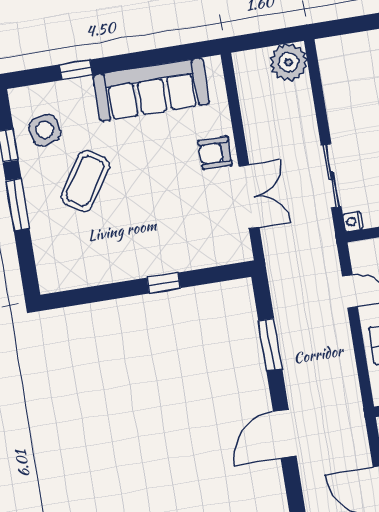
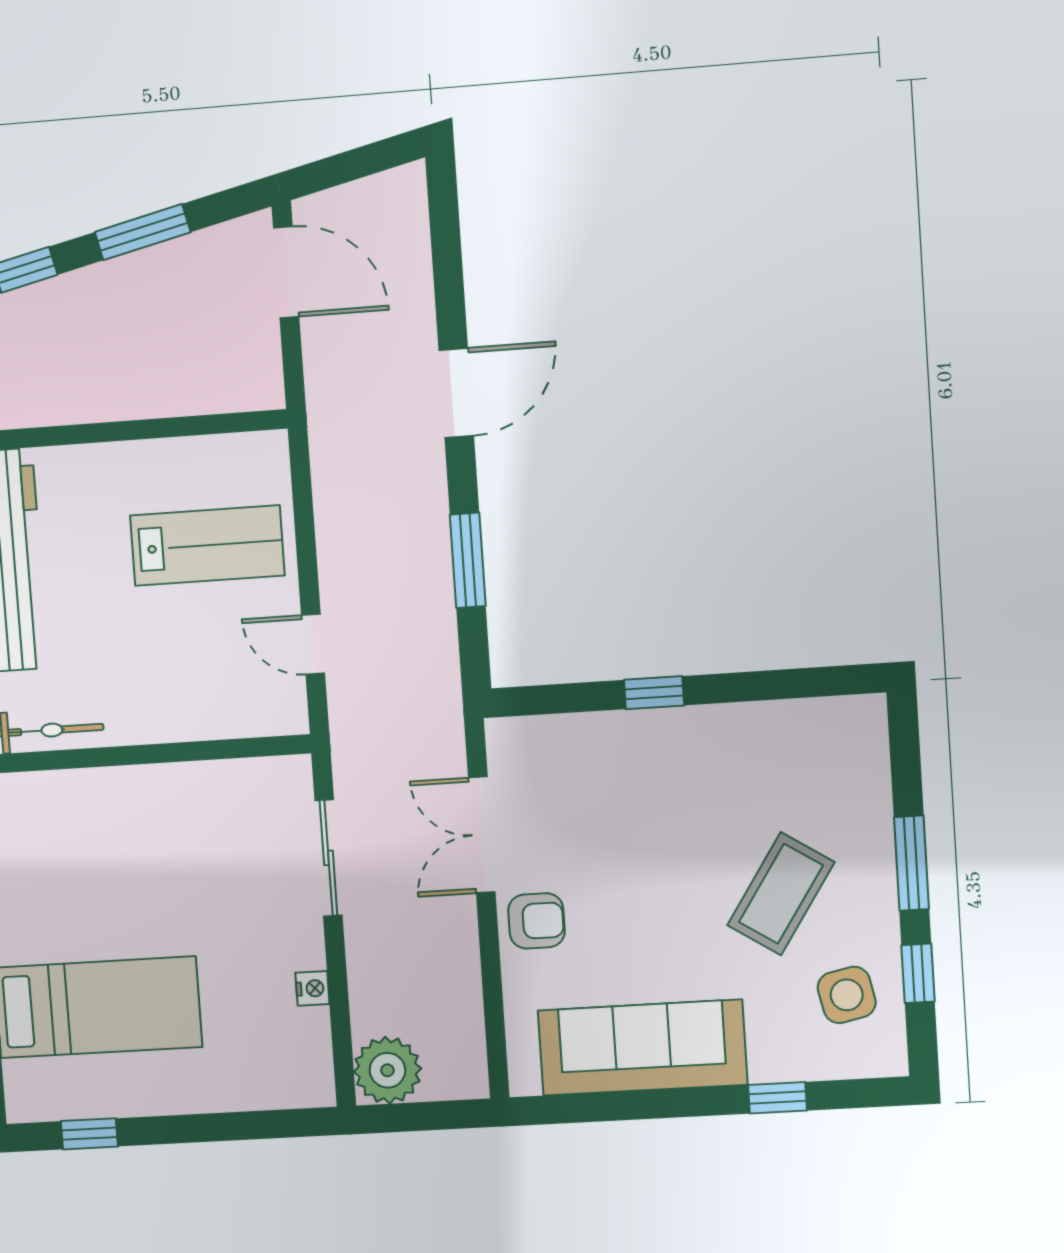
nightstand: (353, 222) -> (312, 988), moved

